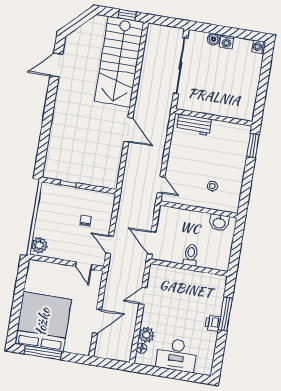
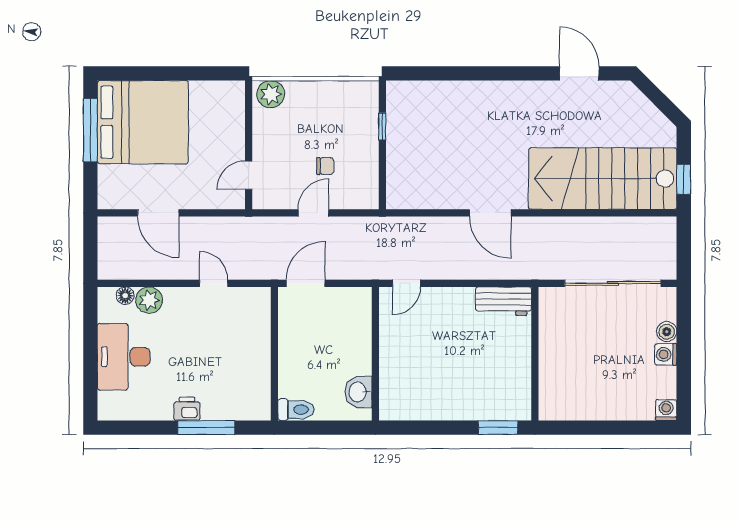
workbench: (194, 125) -> (503, 301), moved, turned -90
door: (128, 130) -> (490, 213), hinge flipped
stool: (212, 186) -> (418, 370), removed
door: (110, 245) -> (313, 213), moved
toilet: (191, 255) -> (296, 410), moved

